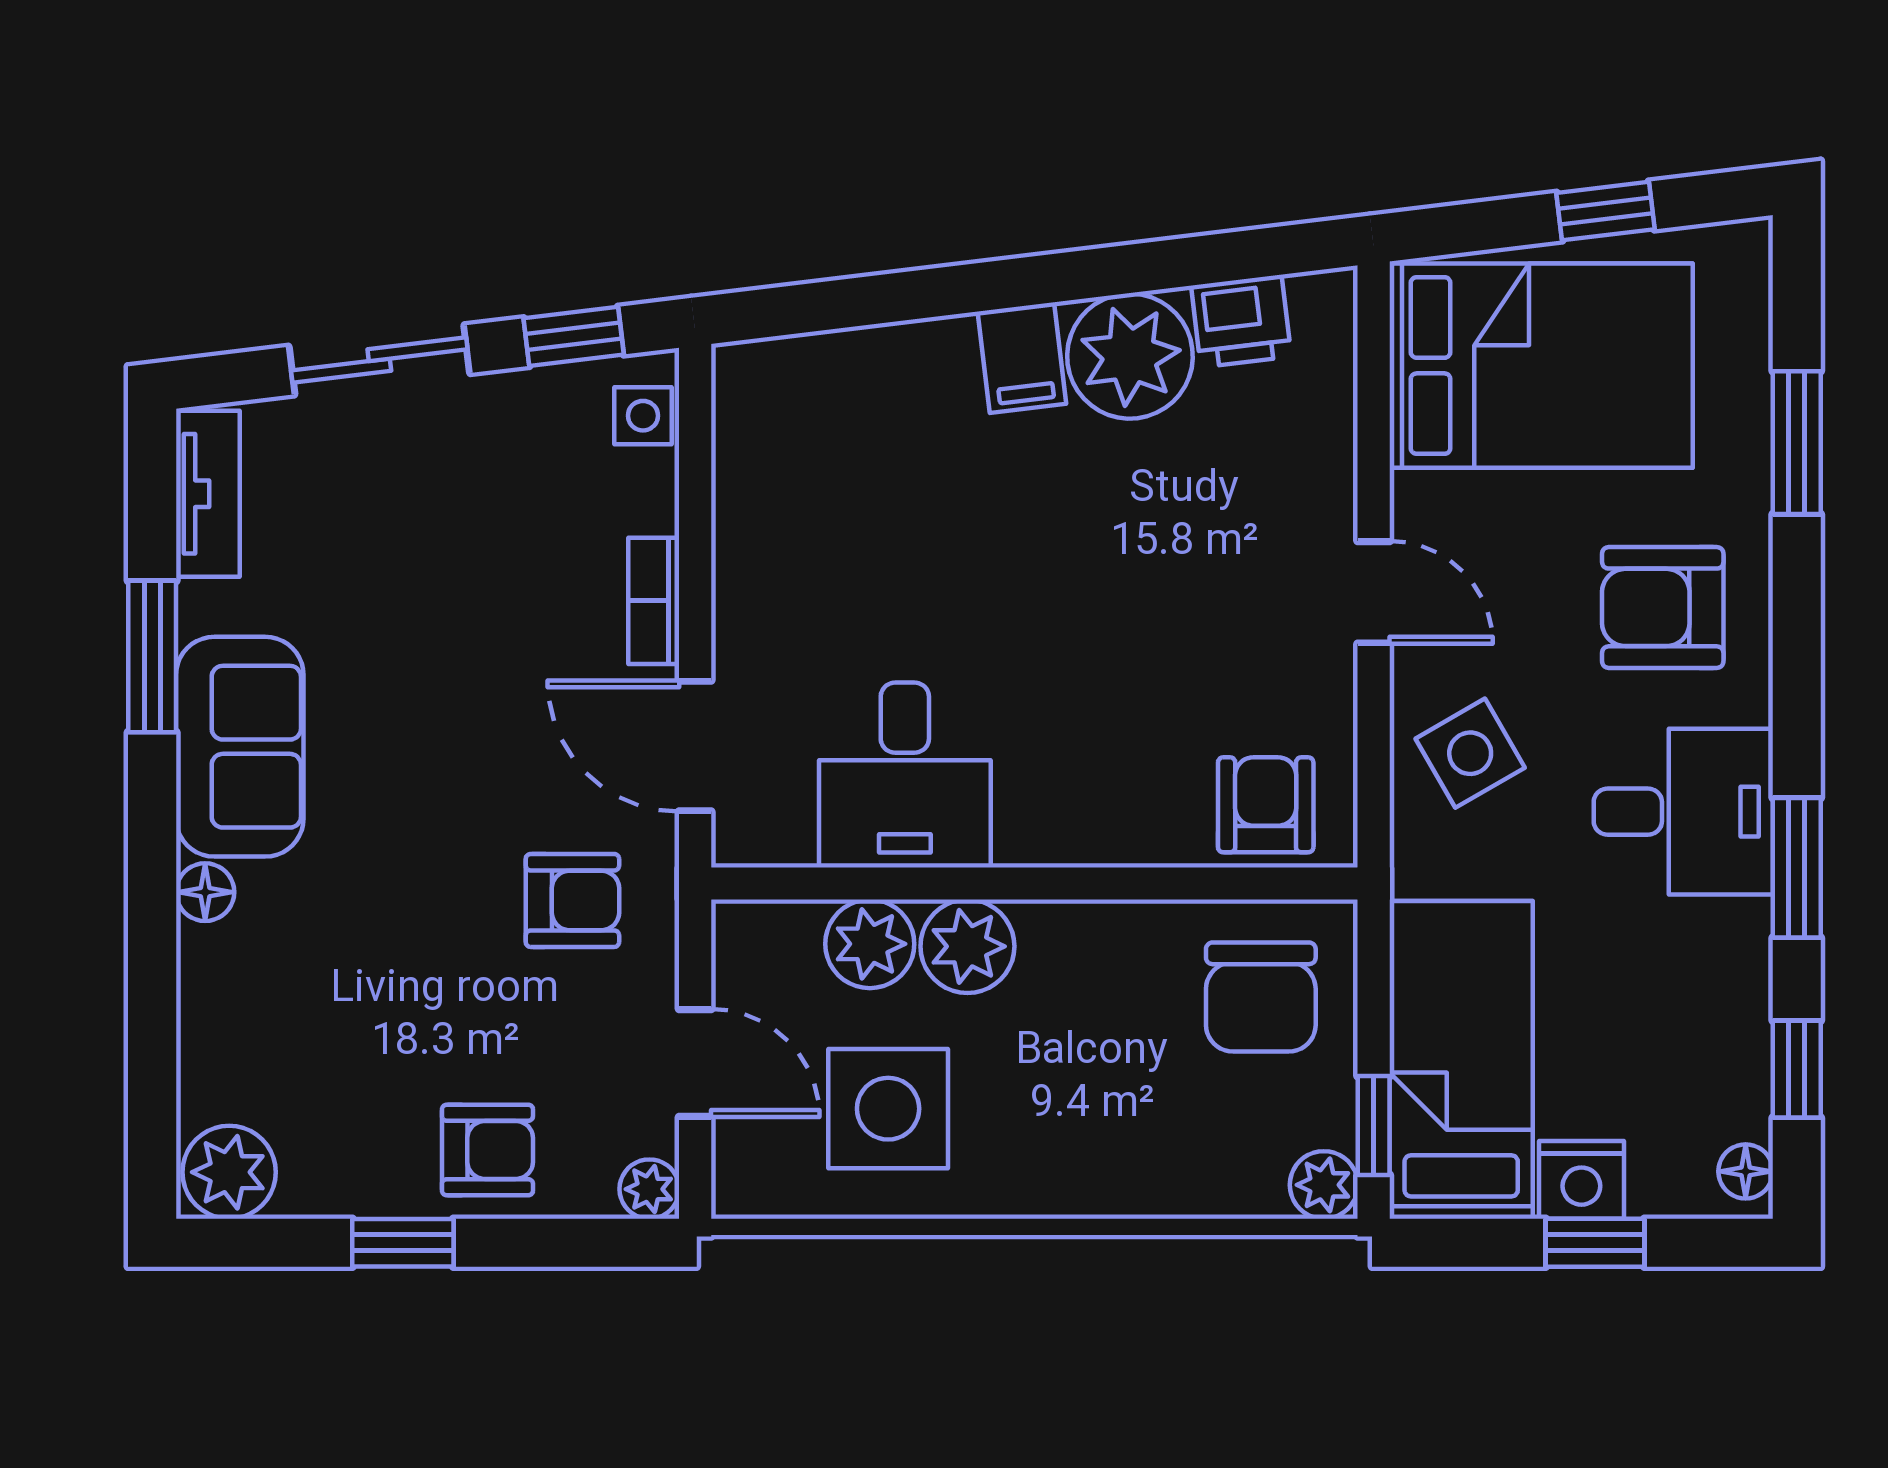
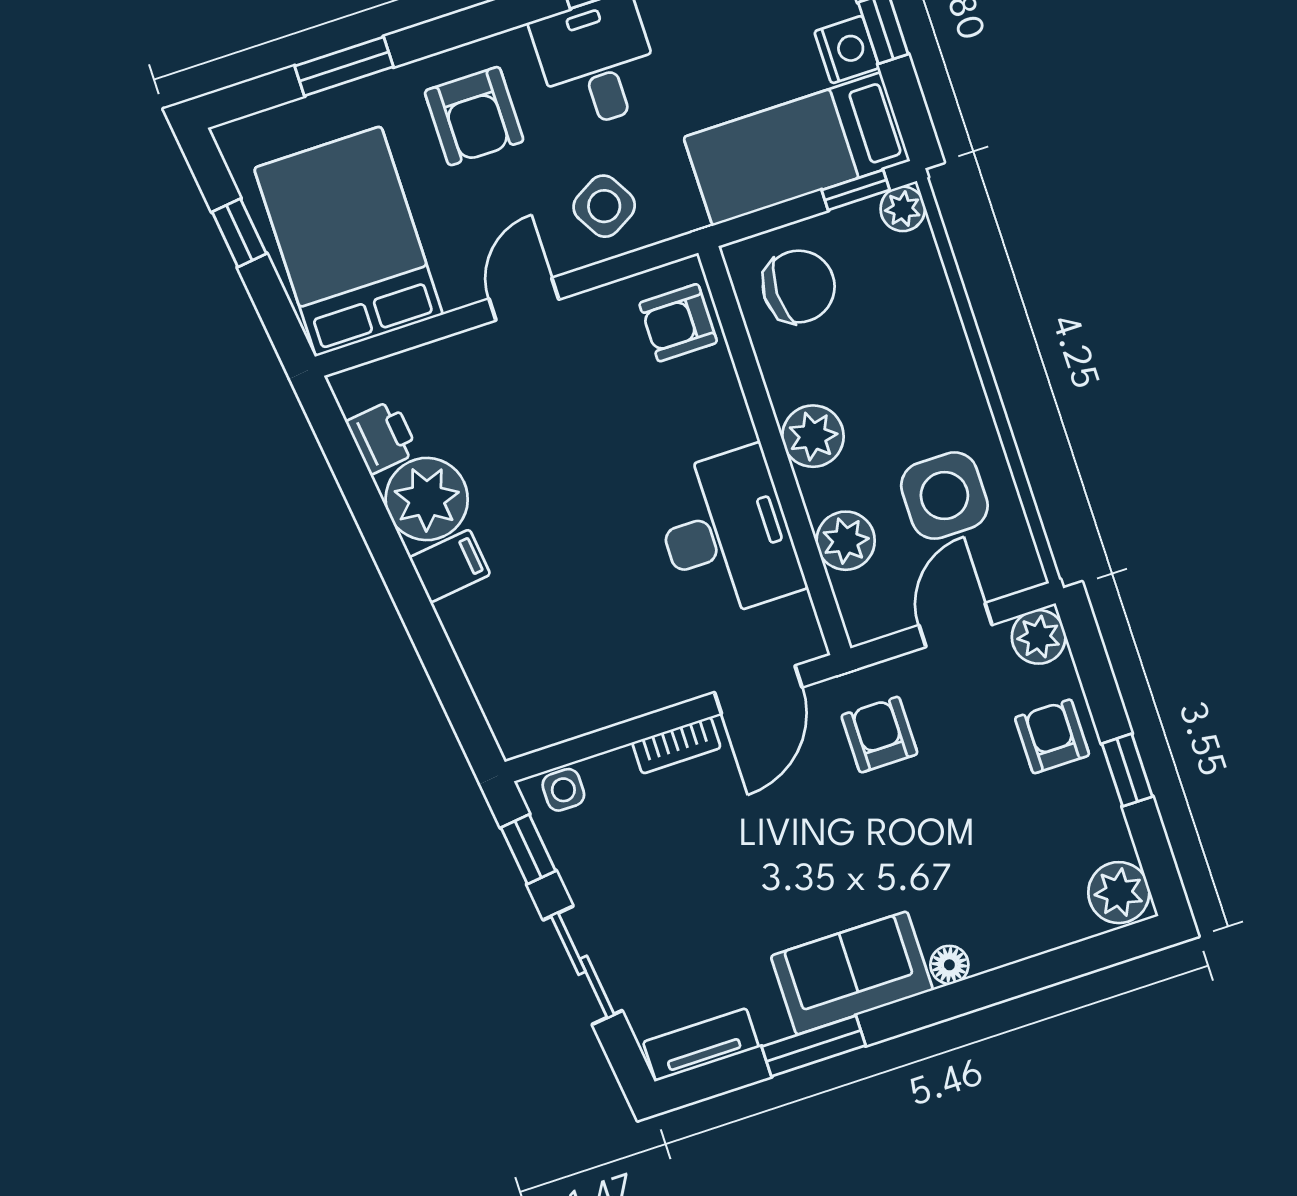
desk: (905, 775) -> (727, 534), width x1.37
plant: (967, 946) -> (813, 436), moved
plant: (649, 1189) -> (1039, 637), width x1.38, depth x1.38

